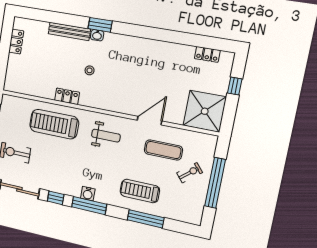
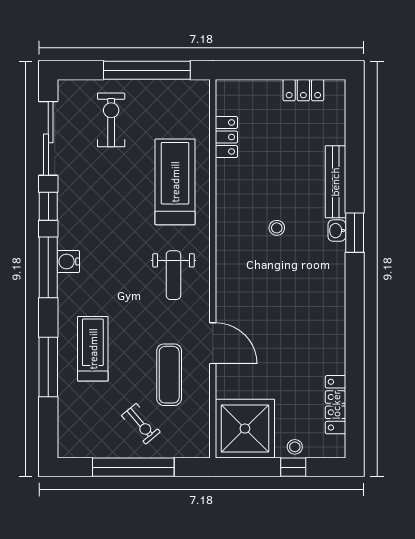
locker: (207, 54) -> (336, 405), width x1.53
stool: (222, 83) -> (295, 447), added
locker: (67, 96) -> (226, 137), moved

